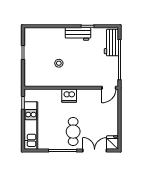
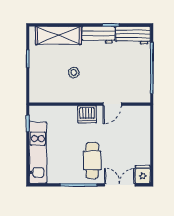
shelving: (47, 34) -> (58, 35), added
workbench: (111, 43) -> (133, 35), moved, turned -90
door: (109, 88) -> (112, 104), moved

